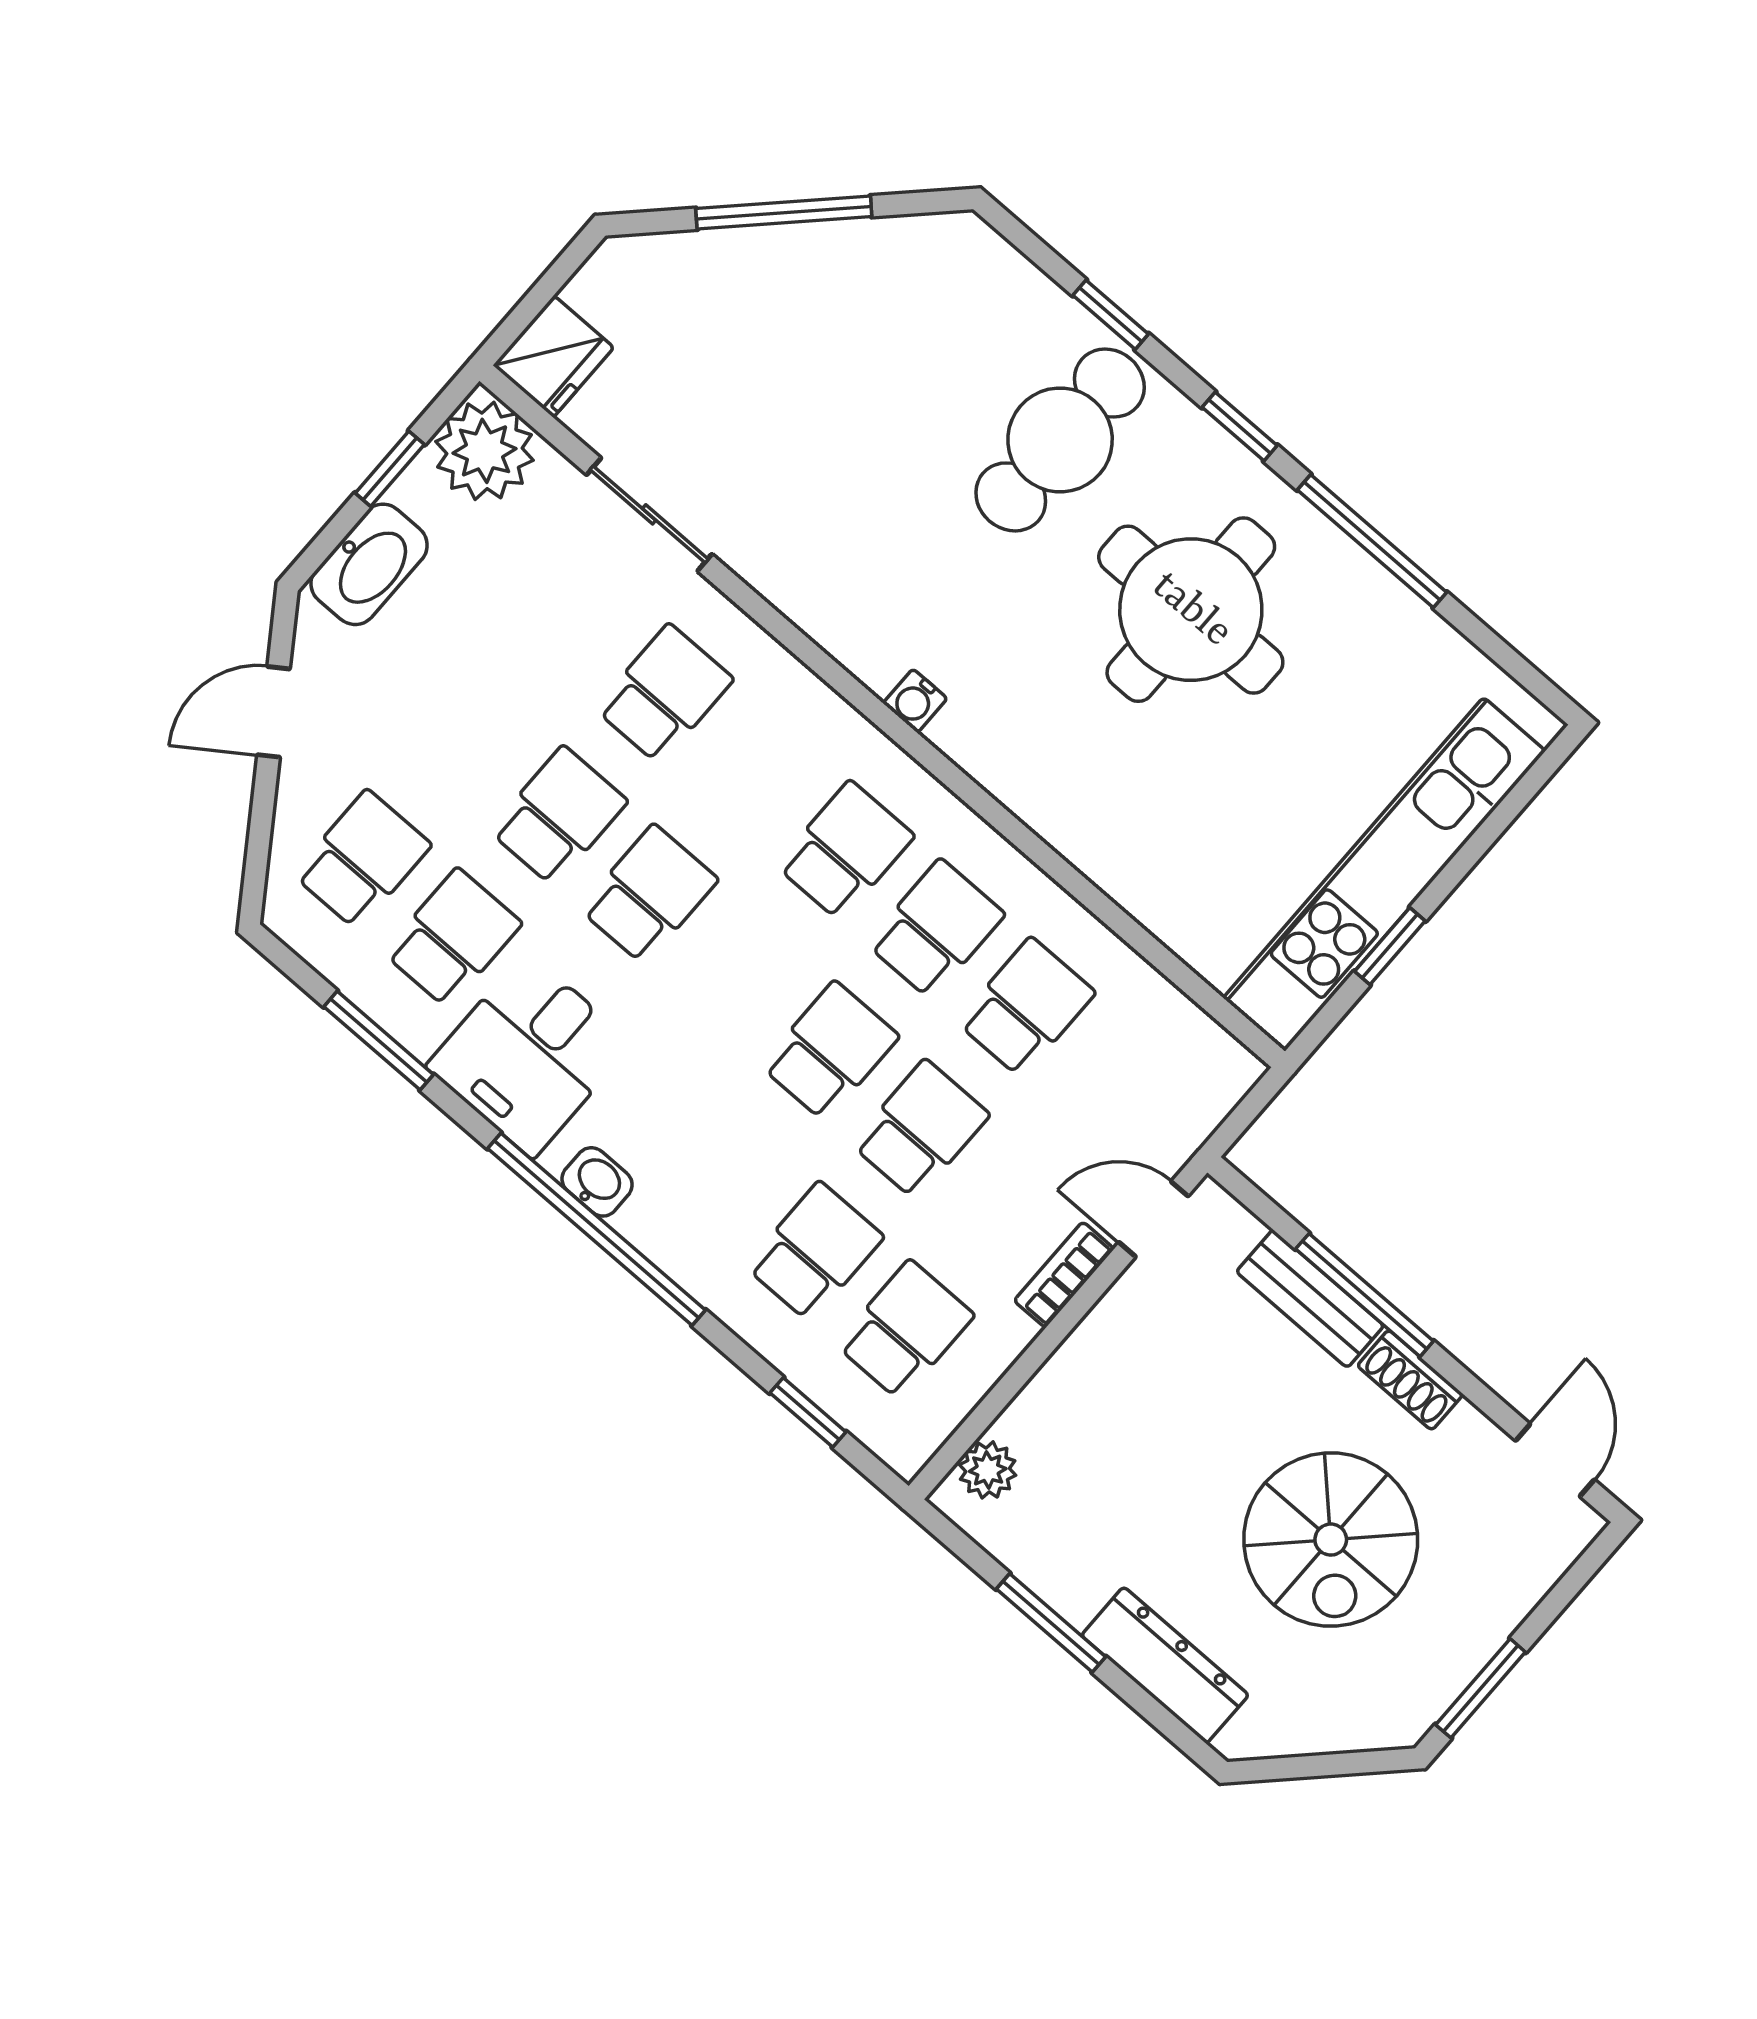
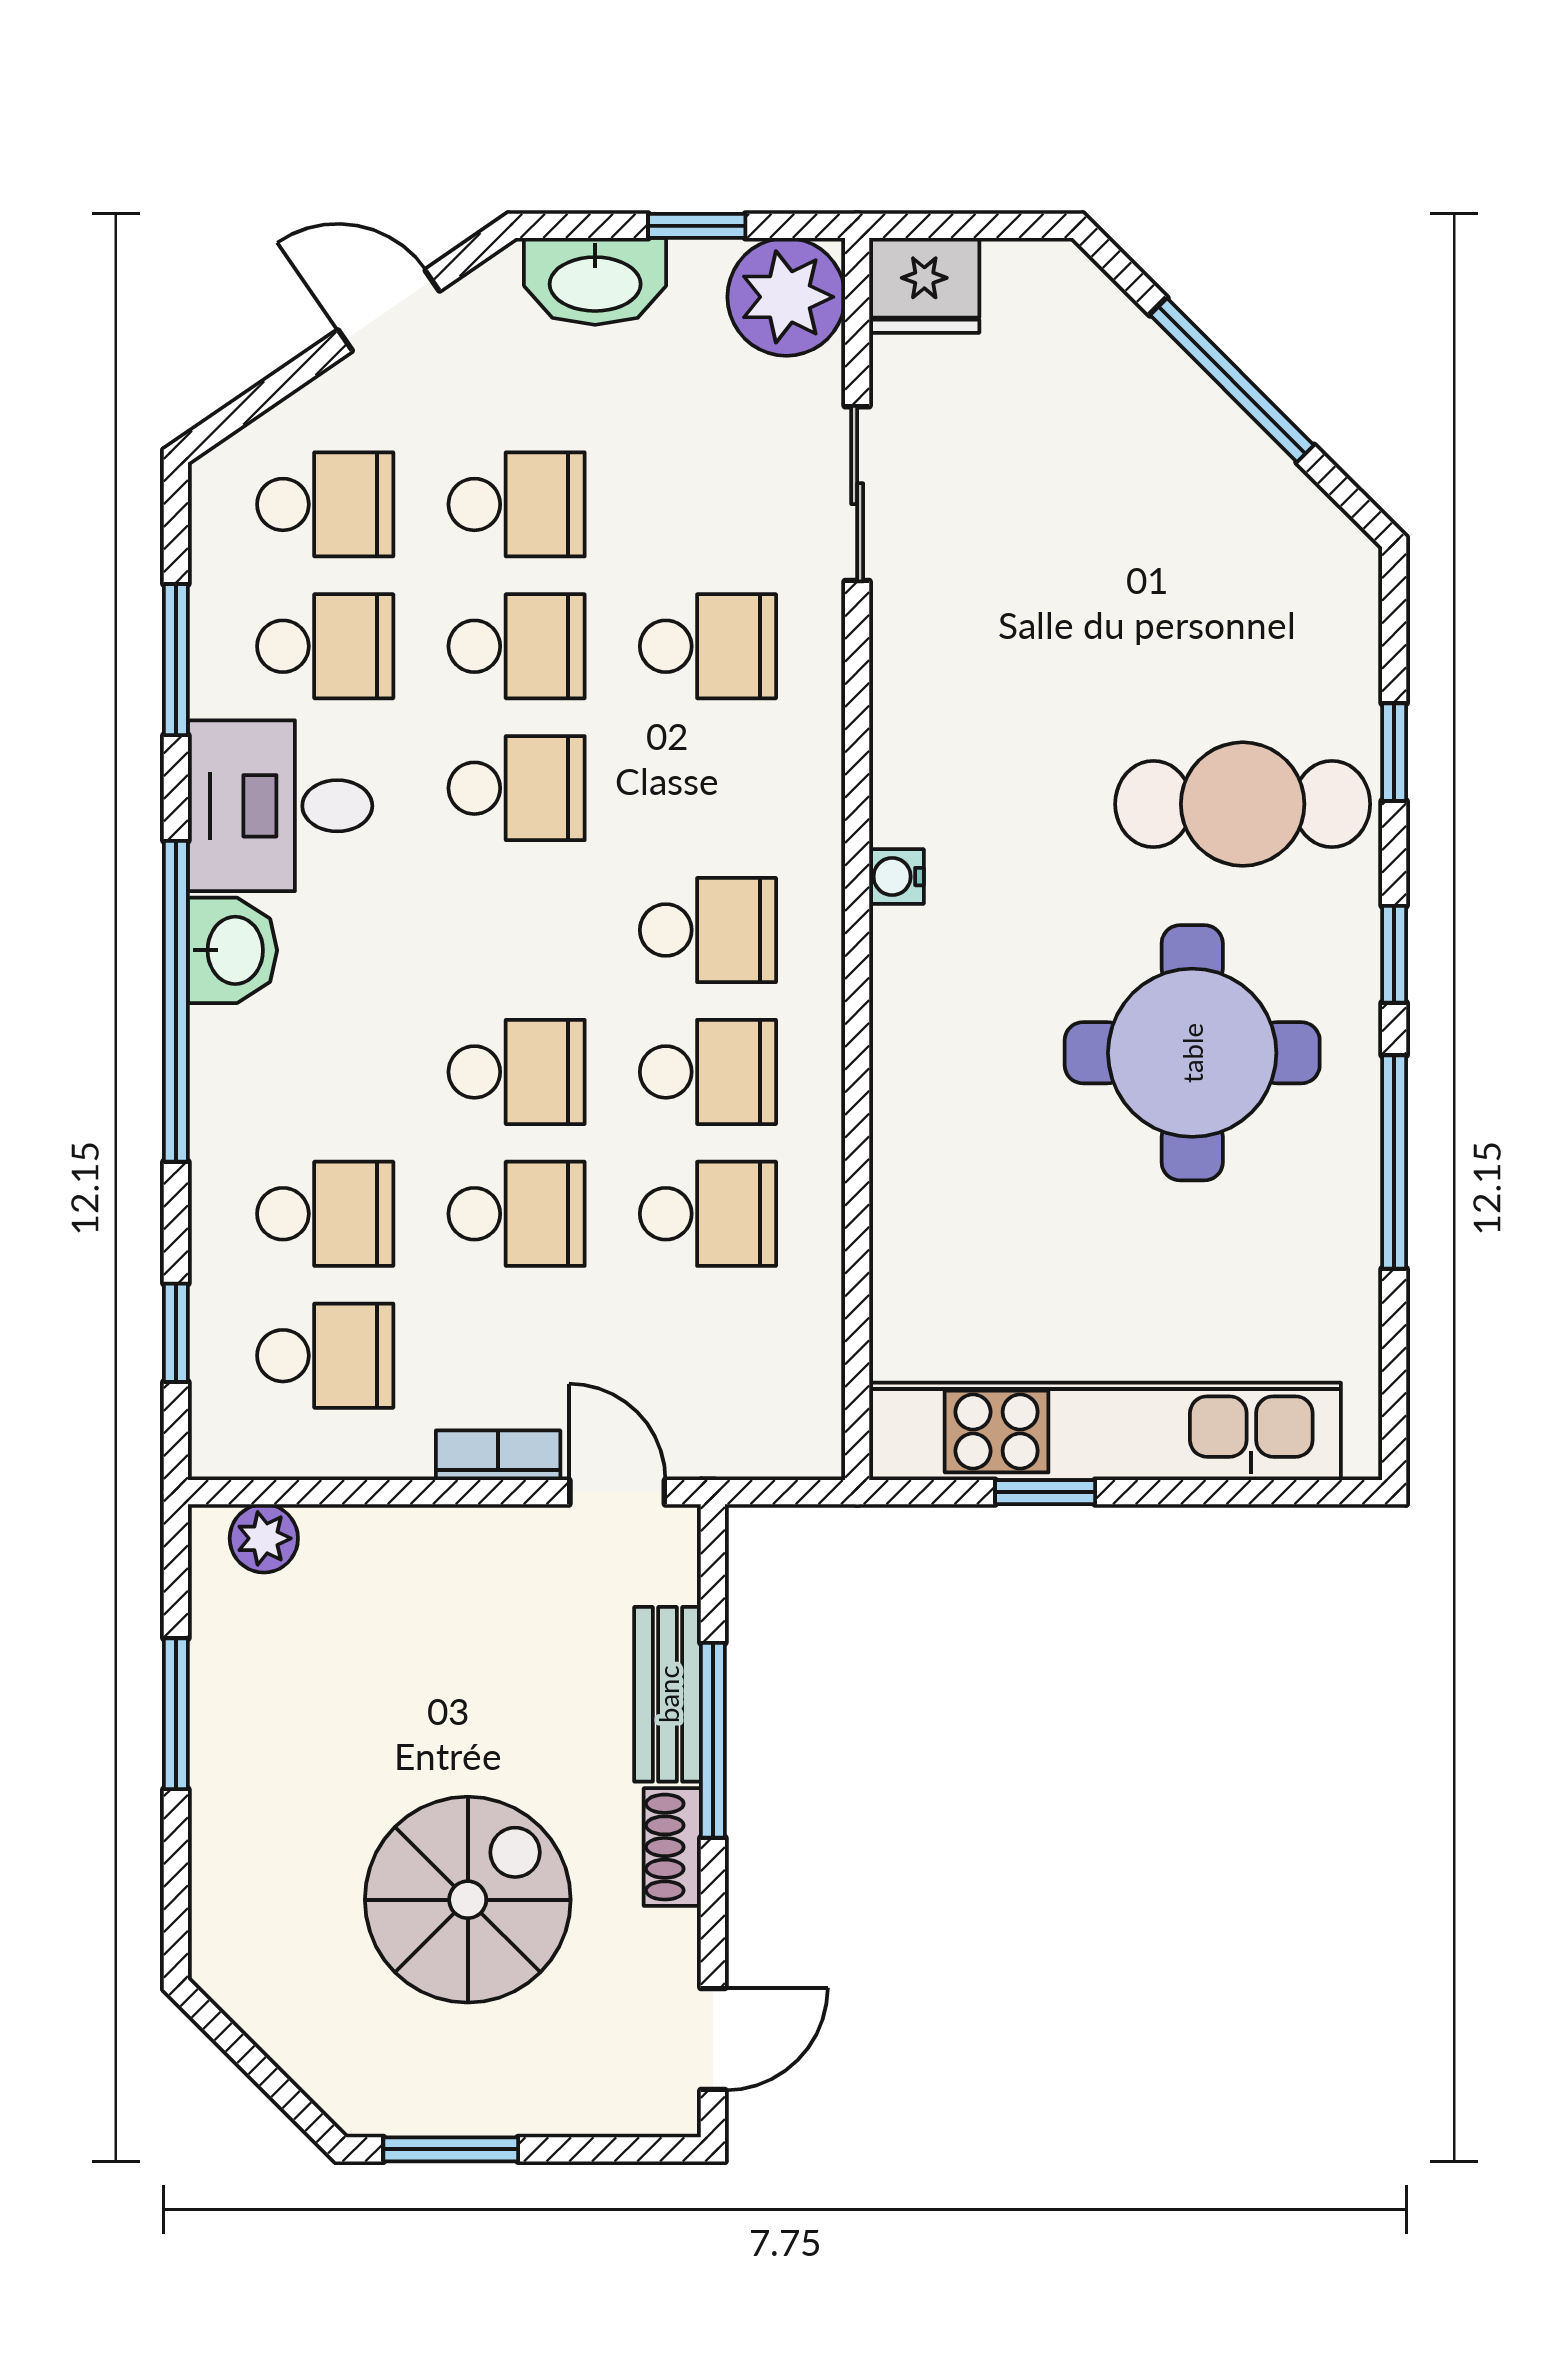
school desk: (468, 738) -> (517, 504), added
washbasin: (597, 1182) -> (233, 950), width x1.38, depth x1.45
spiral stairs: (1331, 1540) -> (468, 1900), turned 180
dresser: (1165, 1665) -> (227, 1849), removed

